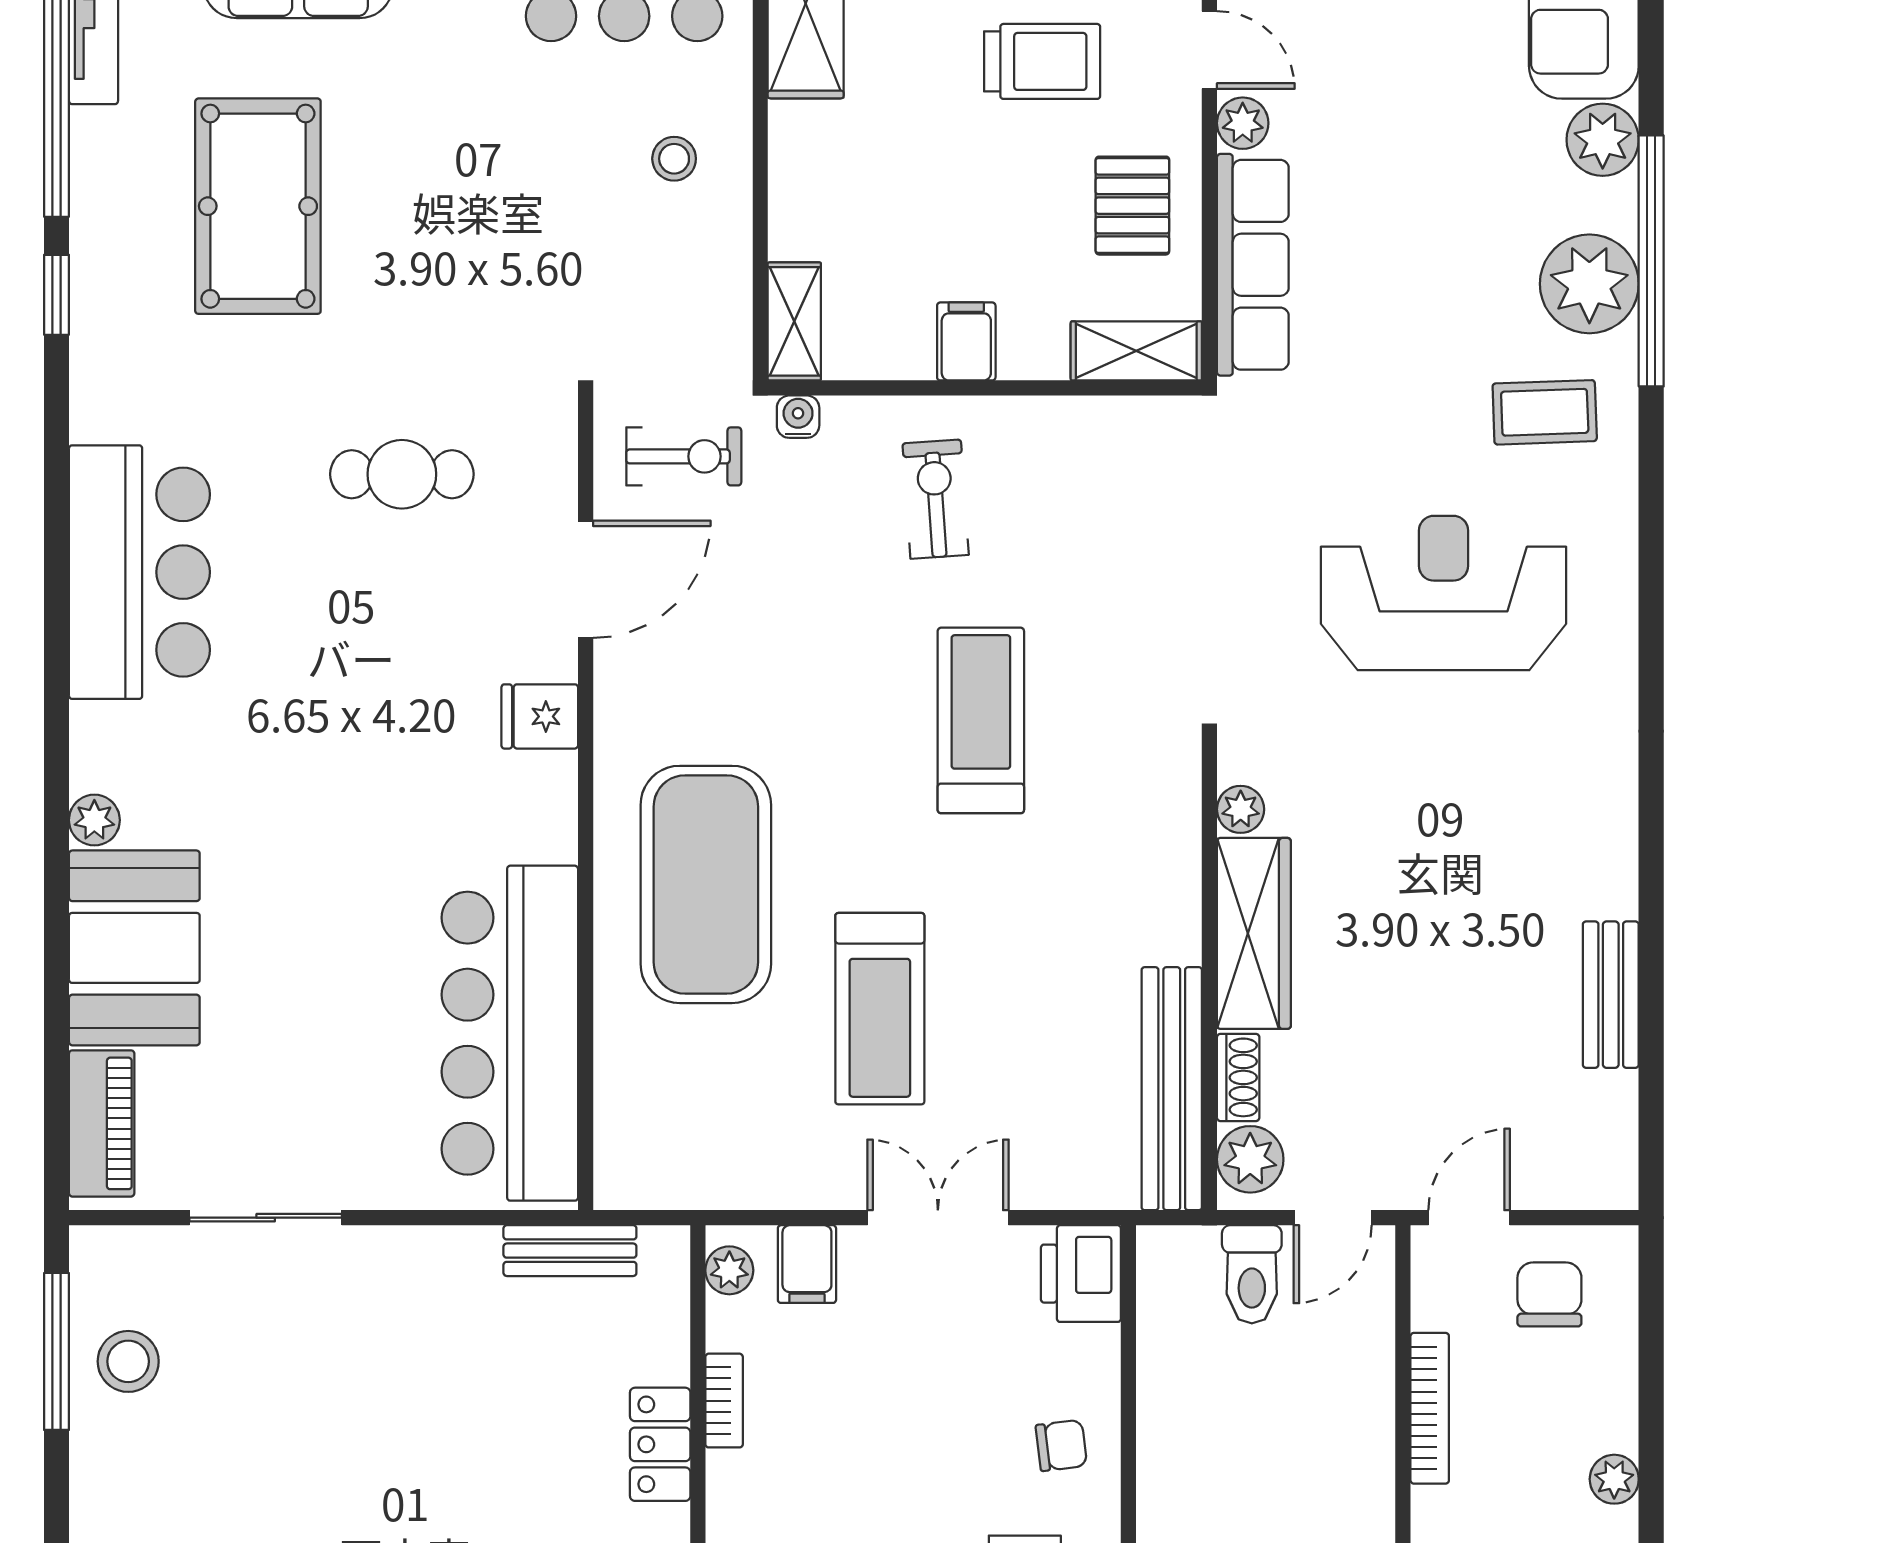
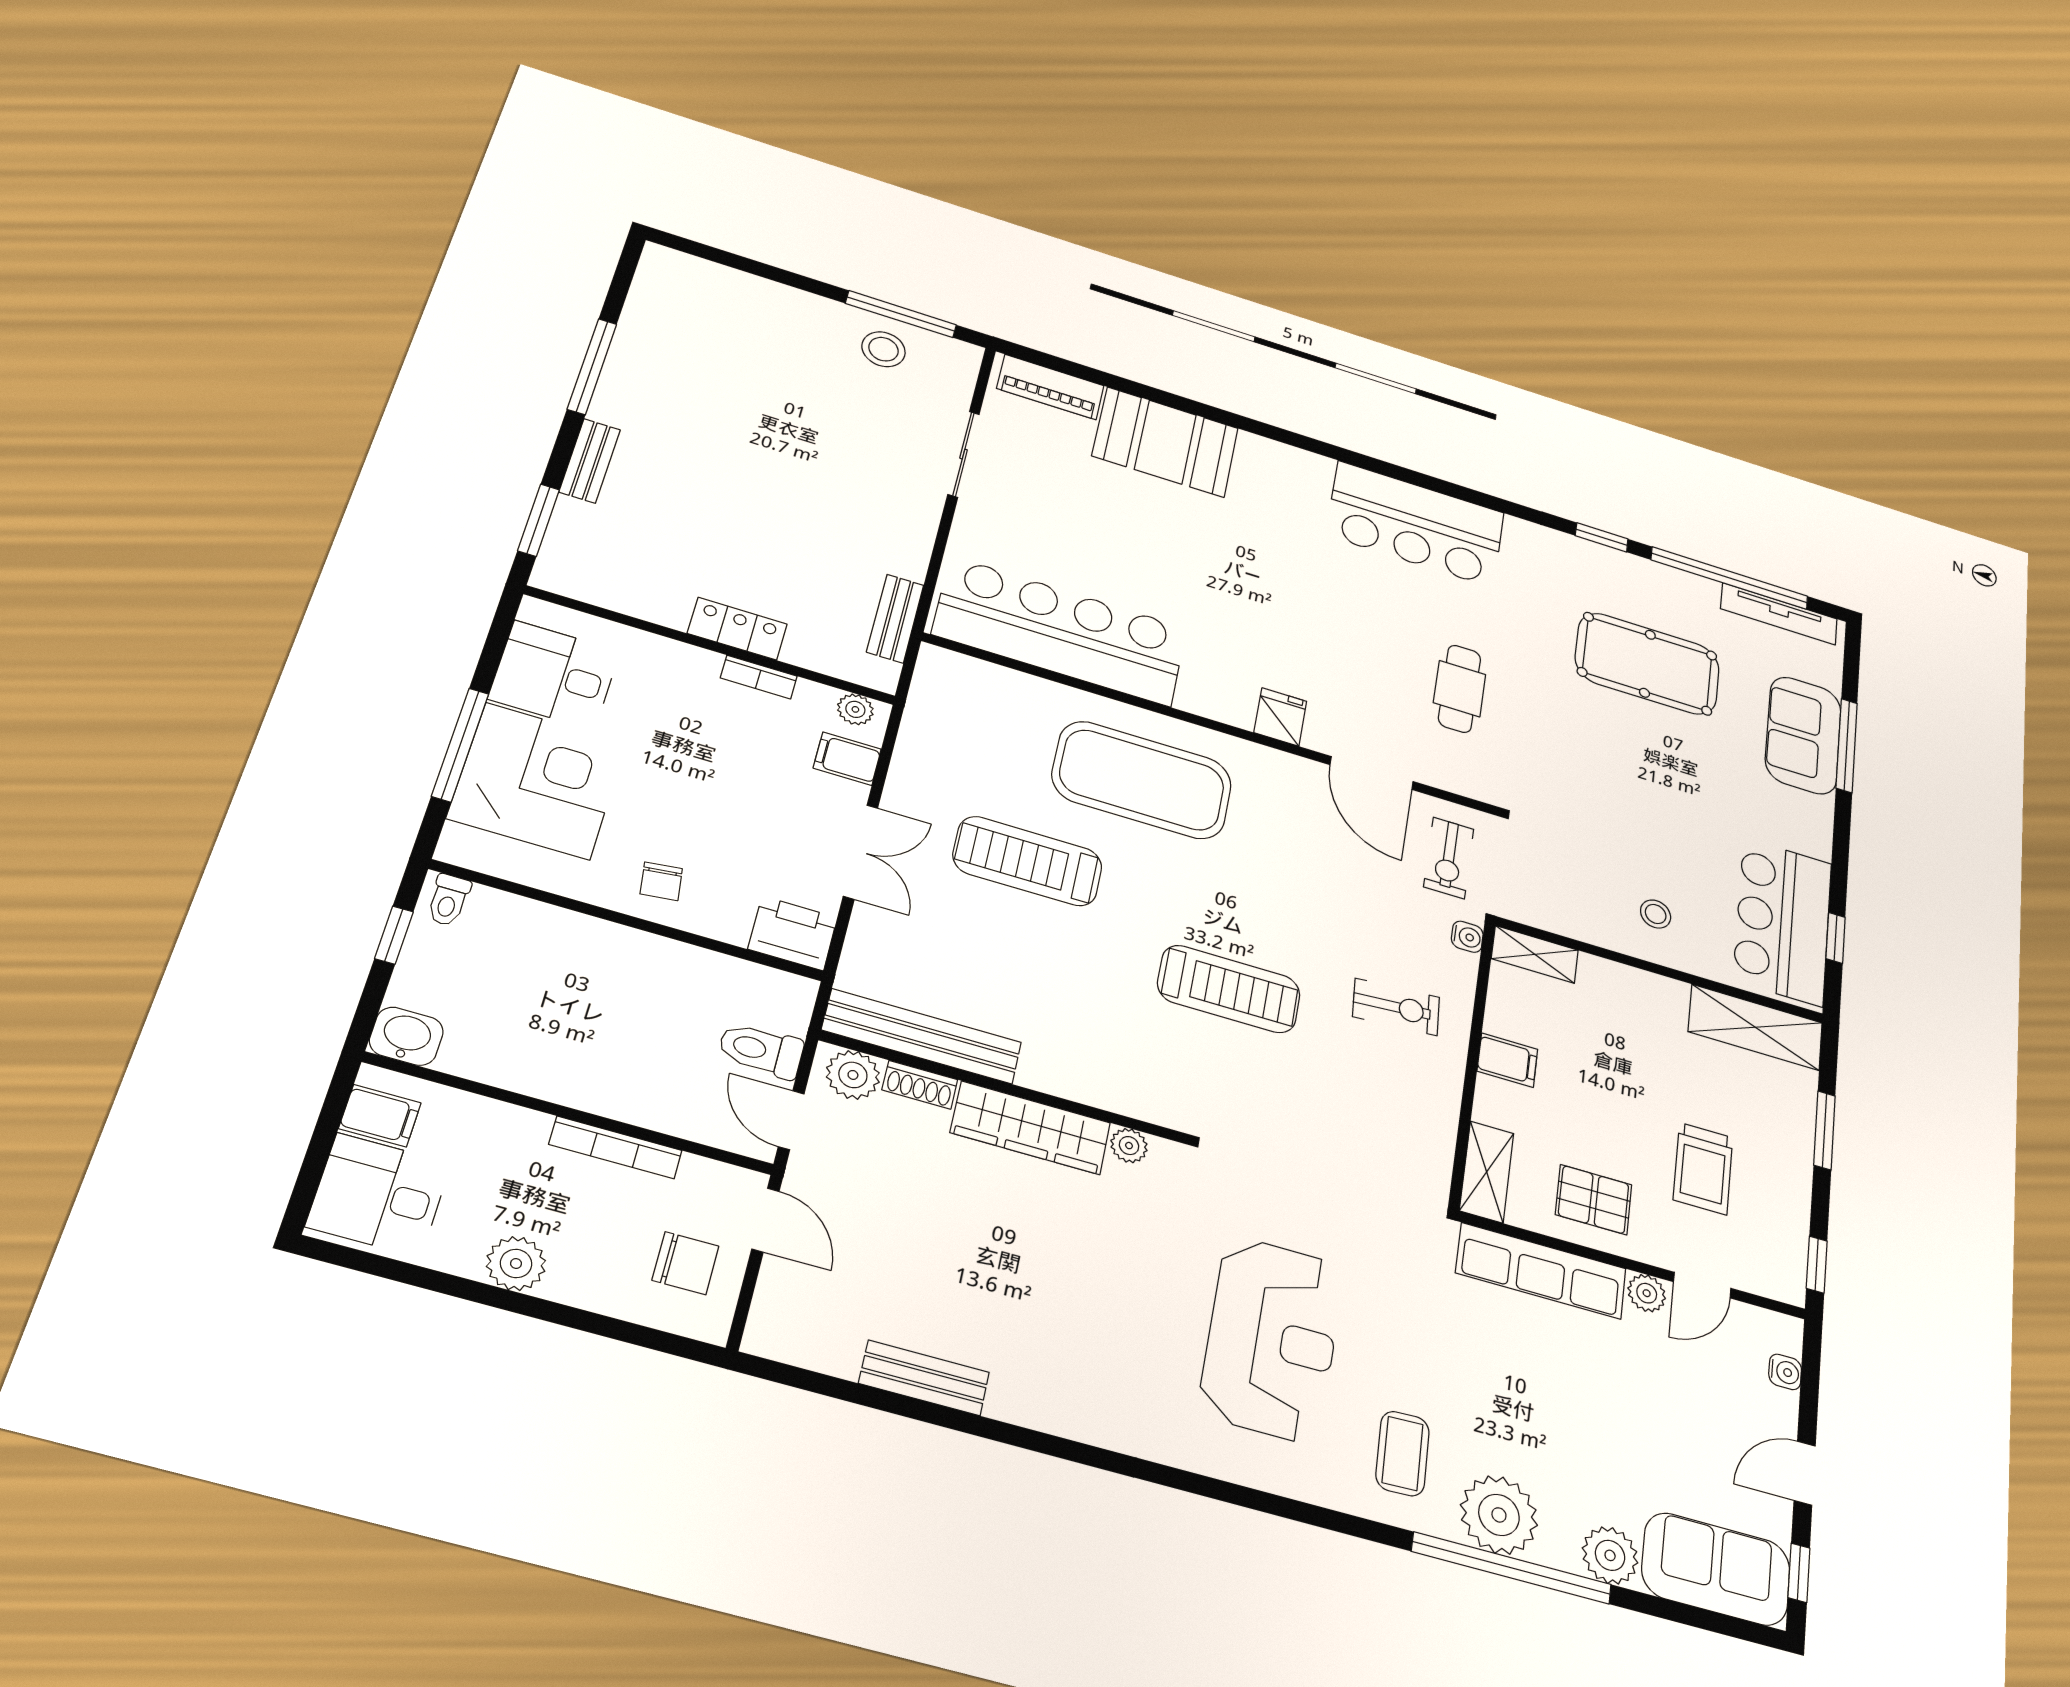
plant: (94, 820) -> (1255, 448), removed
plant: (1614, 1479) -> (516, 1263), width x1.38, depth x1.38

